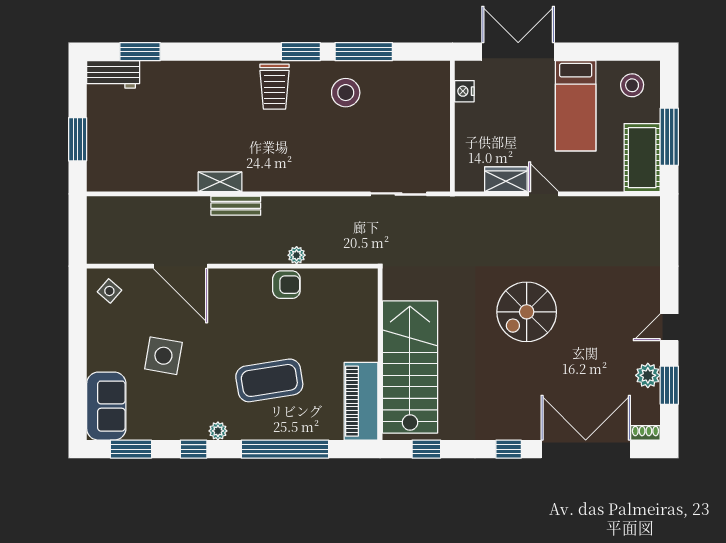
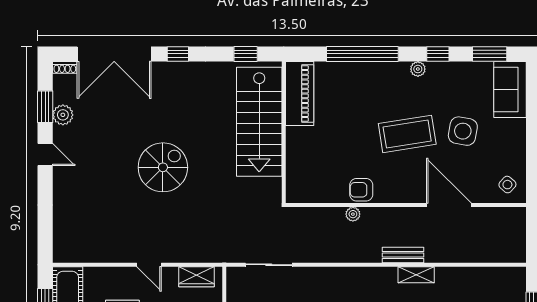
wardrobe: (506, 179) -> (196, 277), moved
door: (669, 327) -> (45, 155), hinge flipped
coffee table: (269, 380) -> (407, 134), moved

